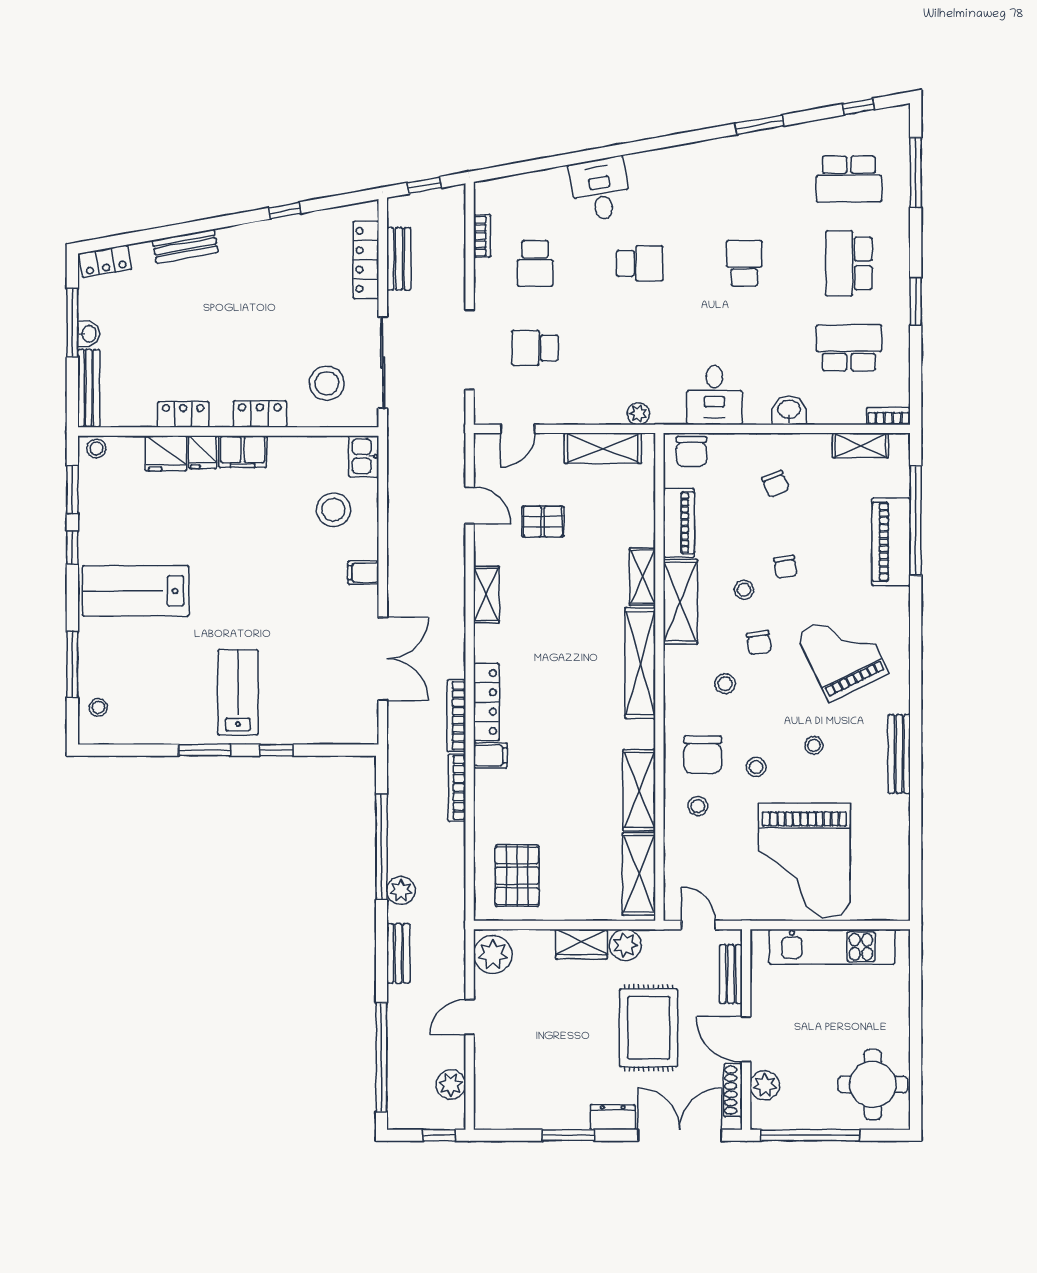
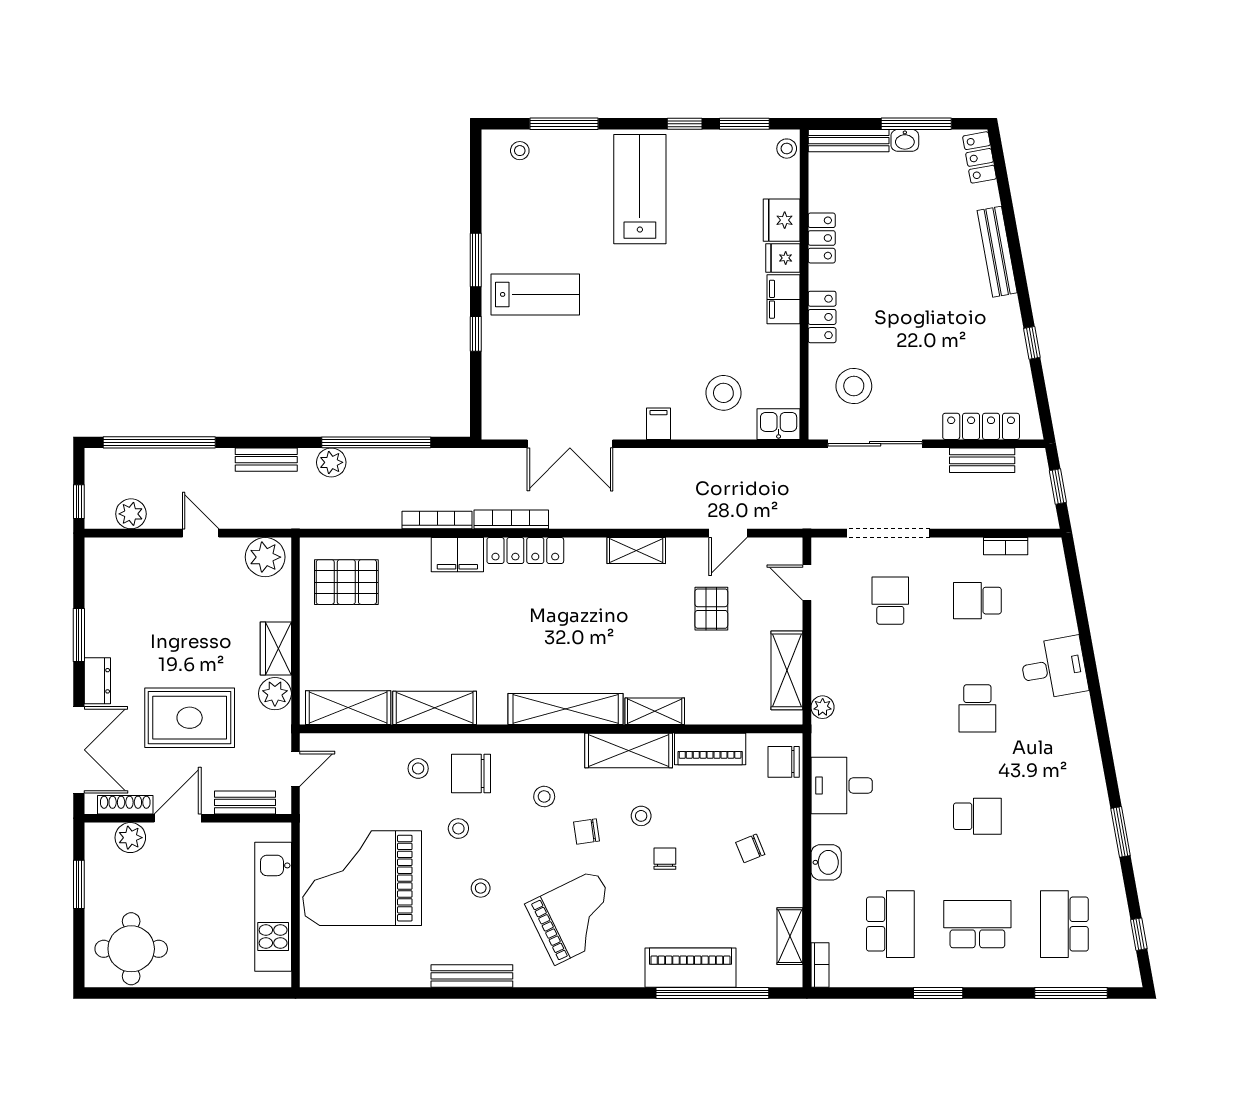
bench: (185, 246) -> (997, 252), width x1.36
chair: (785, 567) -> (665, 859), turned 99
filing cabinet: (490, 755) -> (457, 555), width x2.00
window: (810, 1135) -> (79, 884), width x0.47

